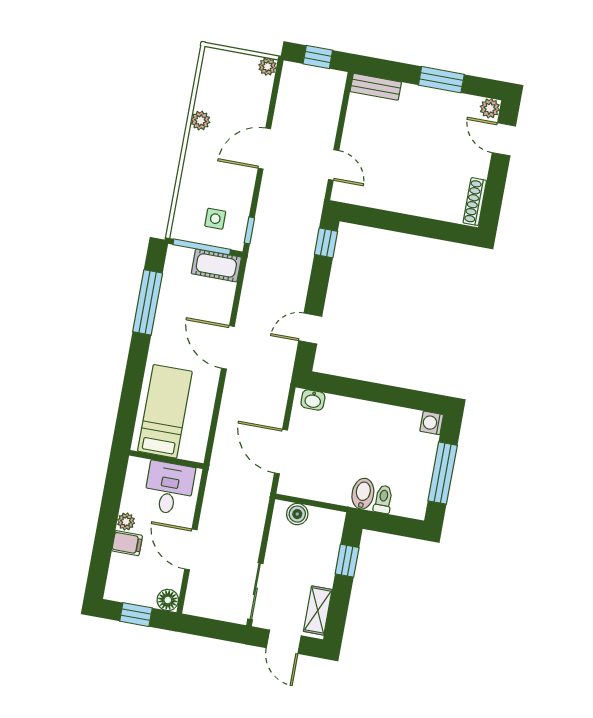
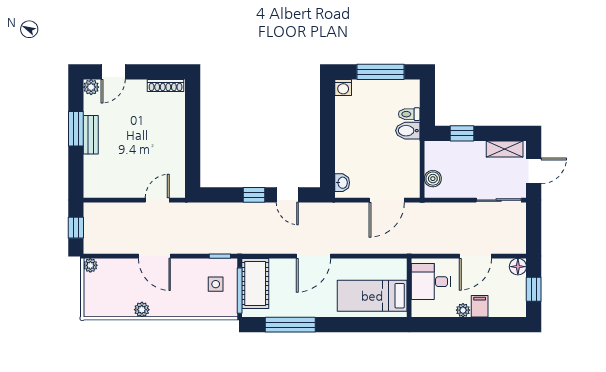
bench: (376, 87) -> (91, 135), moved
window: (326, 243) -> (254, 195), moved
cot: (216, 265) -> (255, 283), width x1.37, depth x1.34

